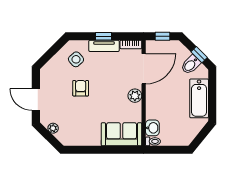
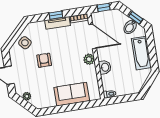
side table: (76, 59) -> (25, 43), moved
door: (144, 69) -> (93, 36), hinge flipped
washbasin: (152, 128) -> (105, 67), moved
sofa: (122, 134) -> (72, 94), moved

